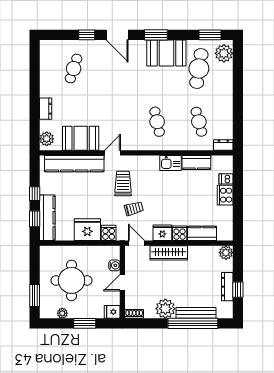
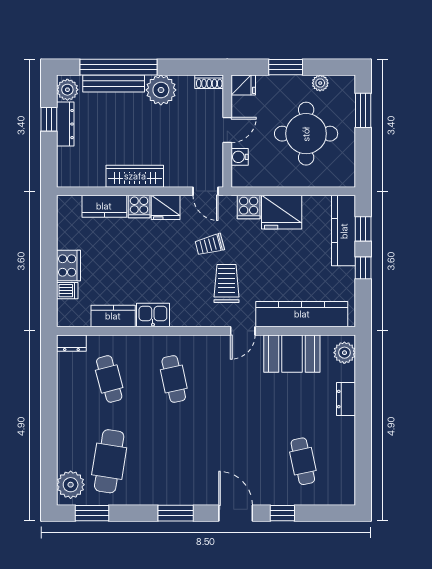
booth: (166, 53) -> (159, 485), removed
cafe table: (74, 69) -> (303, 461), turned -30
trolley: (123, 184) -> (226, 283), turned 180
wardrobe: (169, 253) -> (135, 176), moved
plant: (226, 253) -> (67, 90), moved

